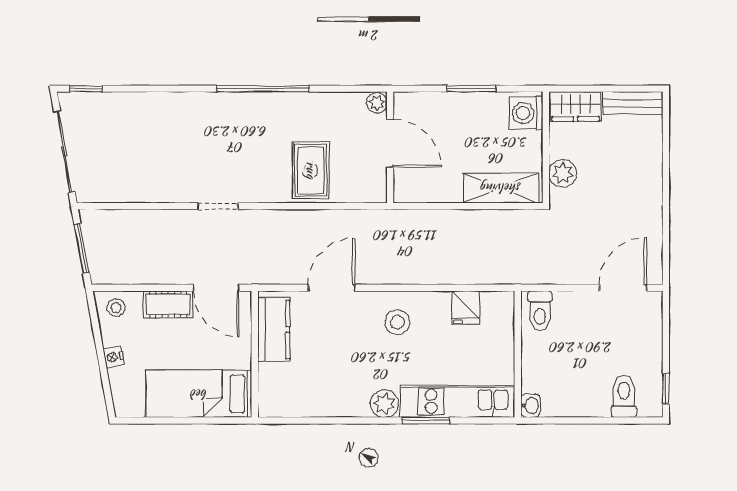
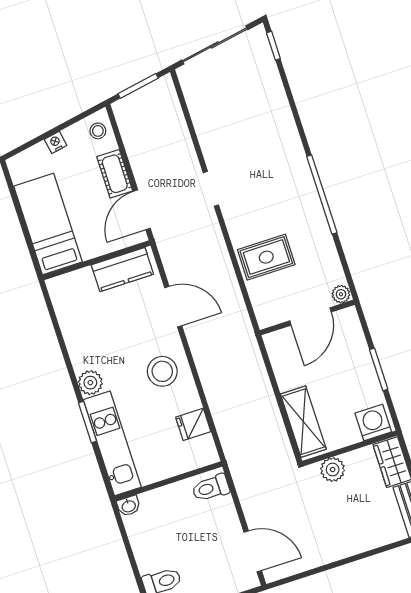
stool: (397, 322) -> (162, 371), width x1.38, depth x1.38

